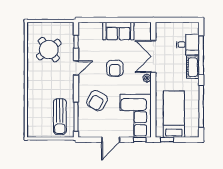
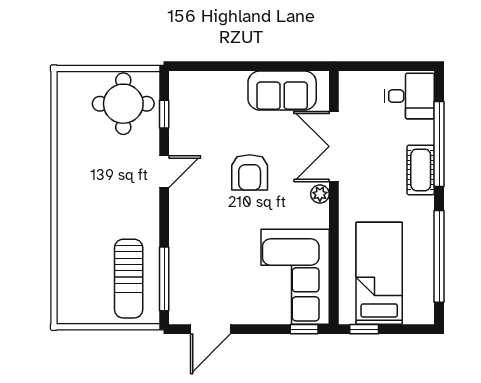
sofa: (118, 31) -> (282, 91), moved
desk: (188, 45) -> (410, 96), moved
round table: (49, 50) -> (123, 104), moved, turned 38
armchair: (97, 101) -> (210, 243), removed
door: (111, 140) -> (211, 329), moved

